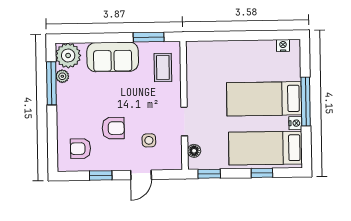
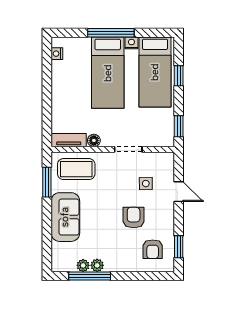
plant: (68, 56) -> (97, 265), moved, width x0.53, depth x0.53
tv unit: (193, 59) -> (69, 140), added
coffee table: (163, 68) -> (76, 169), width x1.36, depth x1.30
floor lamp: (194, 151) -> (94, 140), moved
window: (101, 175) -> (179, 247), moved

